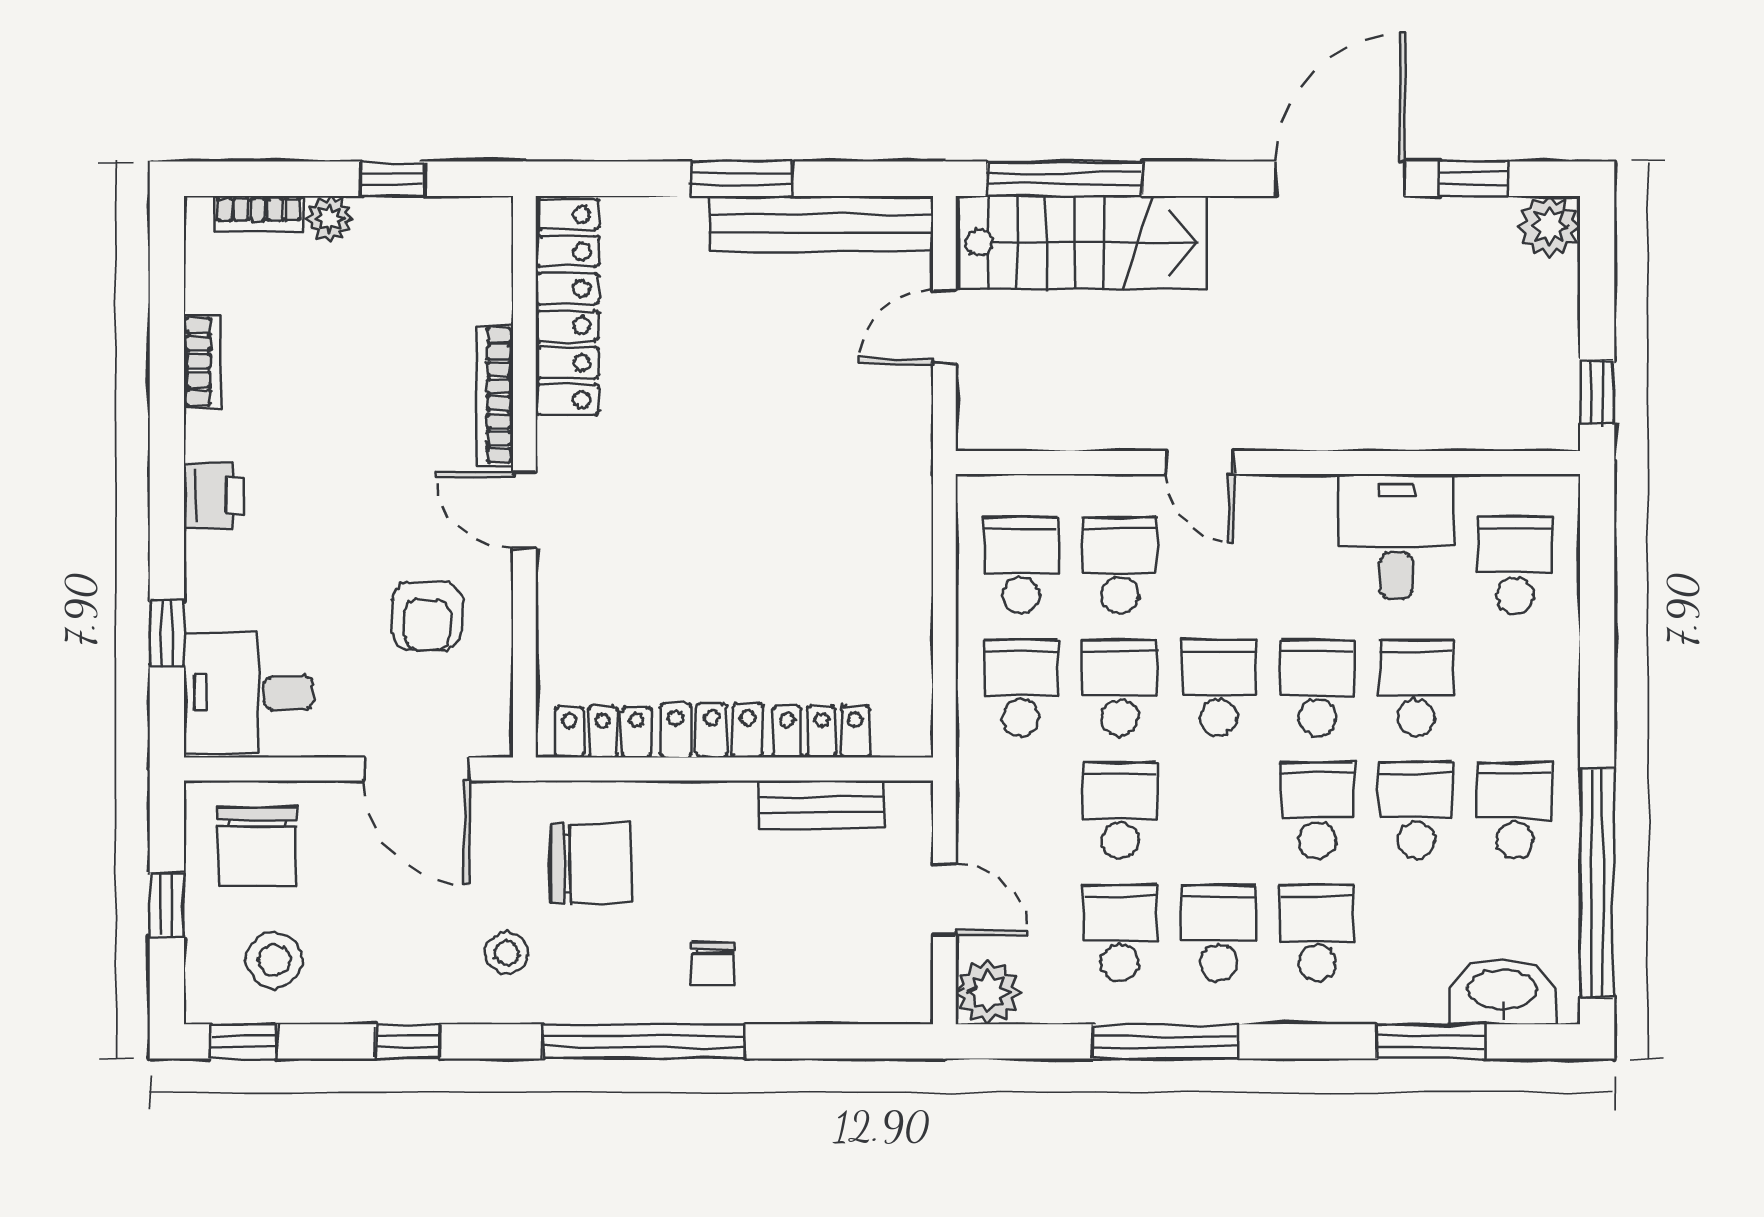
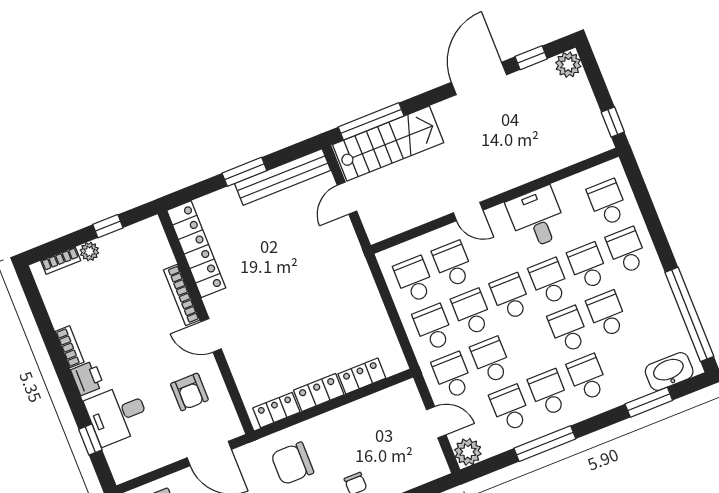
bookcase: (203, 361) -> (70, 347), moved
desk: (1396, 537) -> (537, 218), moved
desk: (248, 693) -> (117, 414), moved
bench: (821, 804) -> (373, 404), removed
school desk: (1021, 810) -> (452, 376), added
school desk: (1515, 810) -> (627, 251), moved
chair: (591, 864) -> (292, 463), turned 180

